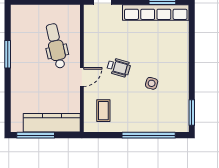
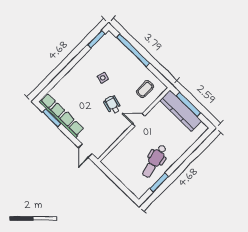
dental chair: (56, 46) -> (154, 161), moved
window: (8, 54) -> (159, 182), moved
window: (36, 135) -> (188, 105), moved

